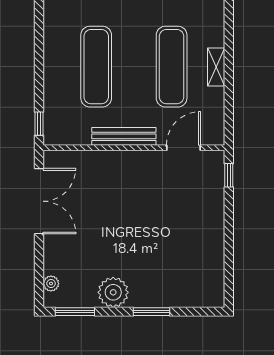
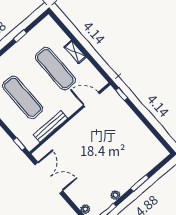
bench: (124, 136) -> (50, 127), moved
door: (183, 148) -> (91, 99), hinge flipped
plant: (113, 292) -> (115, 195), width x0.53, depth x0.53

